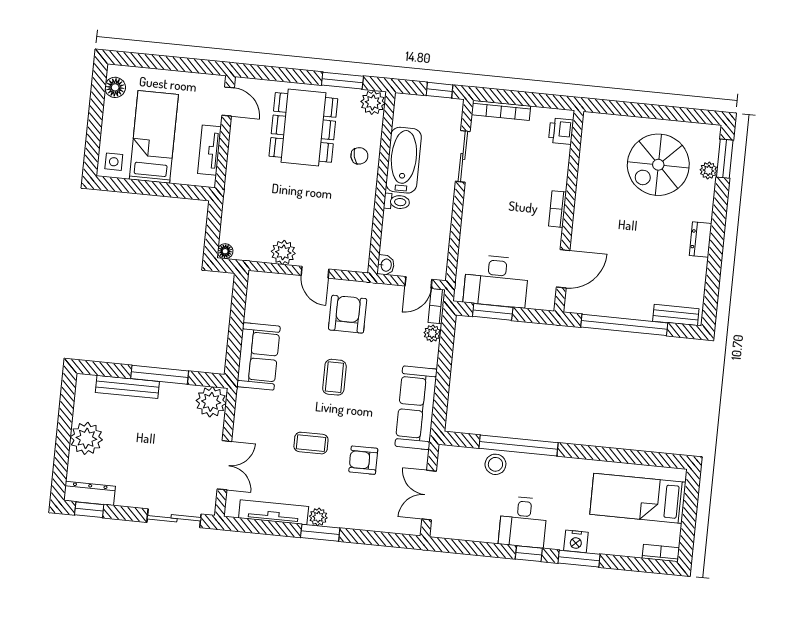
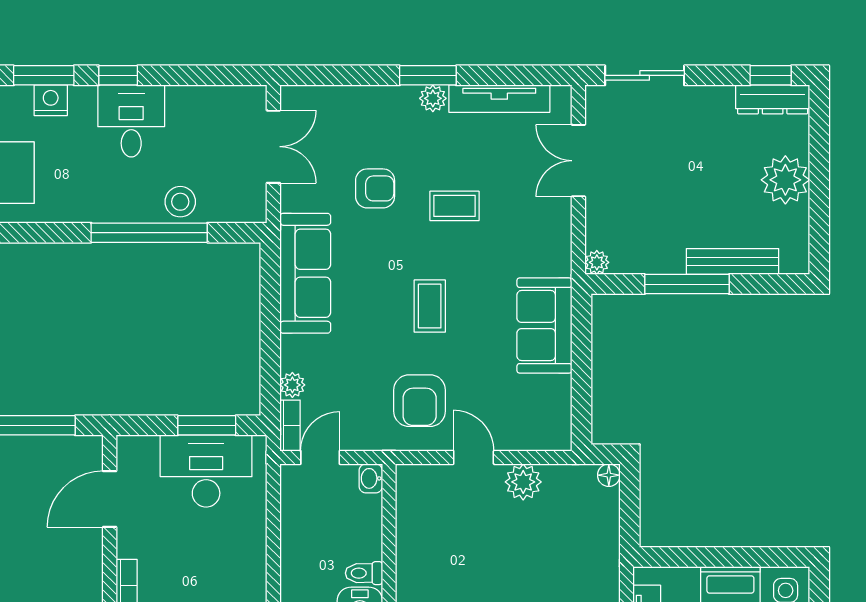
plant: (211, 402) -> (597, 262), width x0.53, depth x0.53

